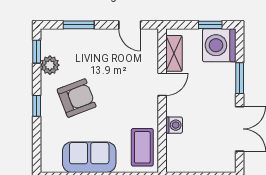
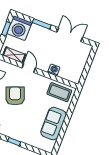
armchair: (77, 98) -> (15, 96), moved

